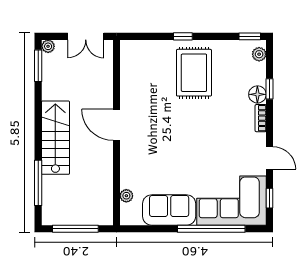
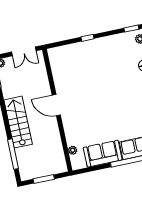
rug: (194, 73) -> (100, 60), removed
window: (75, 229) -> (44, 179), width x0.69

